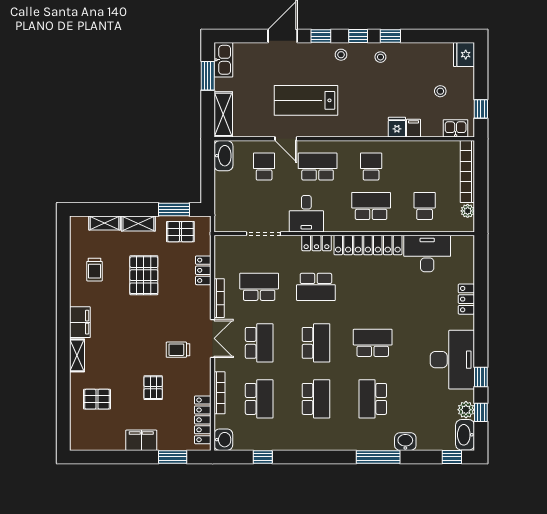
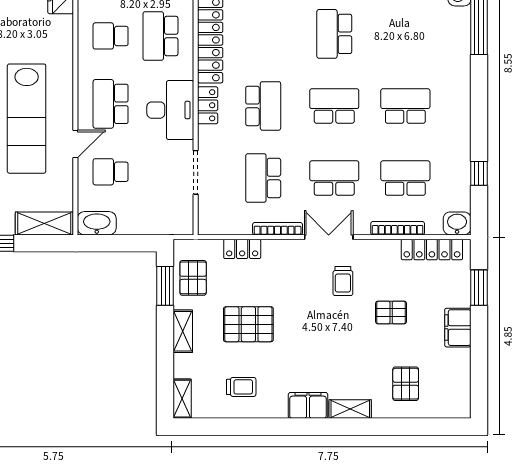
lab bench: (306, 100) -> (27, 119), width x1.36
desk: (306, 214) -> (170, 110), width x1.37
shelving: (105, 223) -> (182, 399), moved
school desk: (373, 399) -> (405, 34), removed

